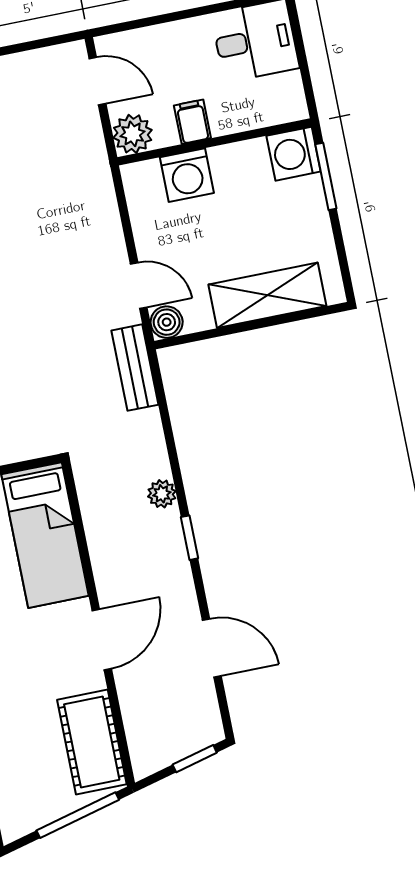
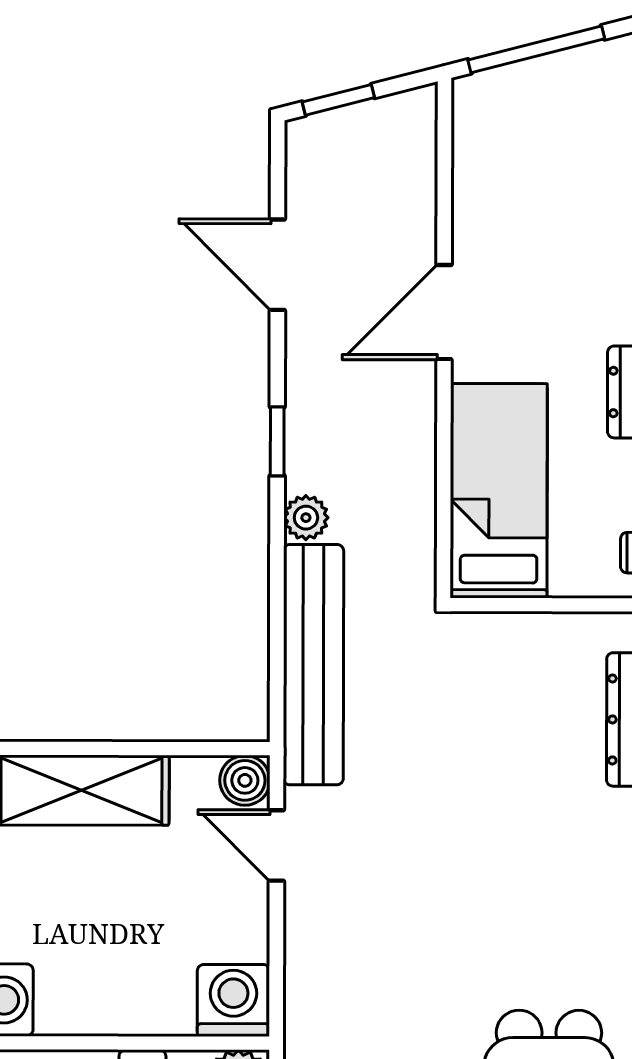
washing machine: (187, 175) -> (233, 1000), moved
bench: (135, 368) -> (313, 665), width x1.86, depth x1.21
cot: (92, 742) -> (491, 158), removed

